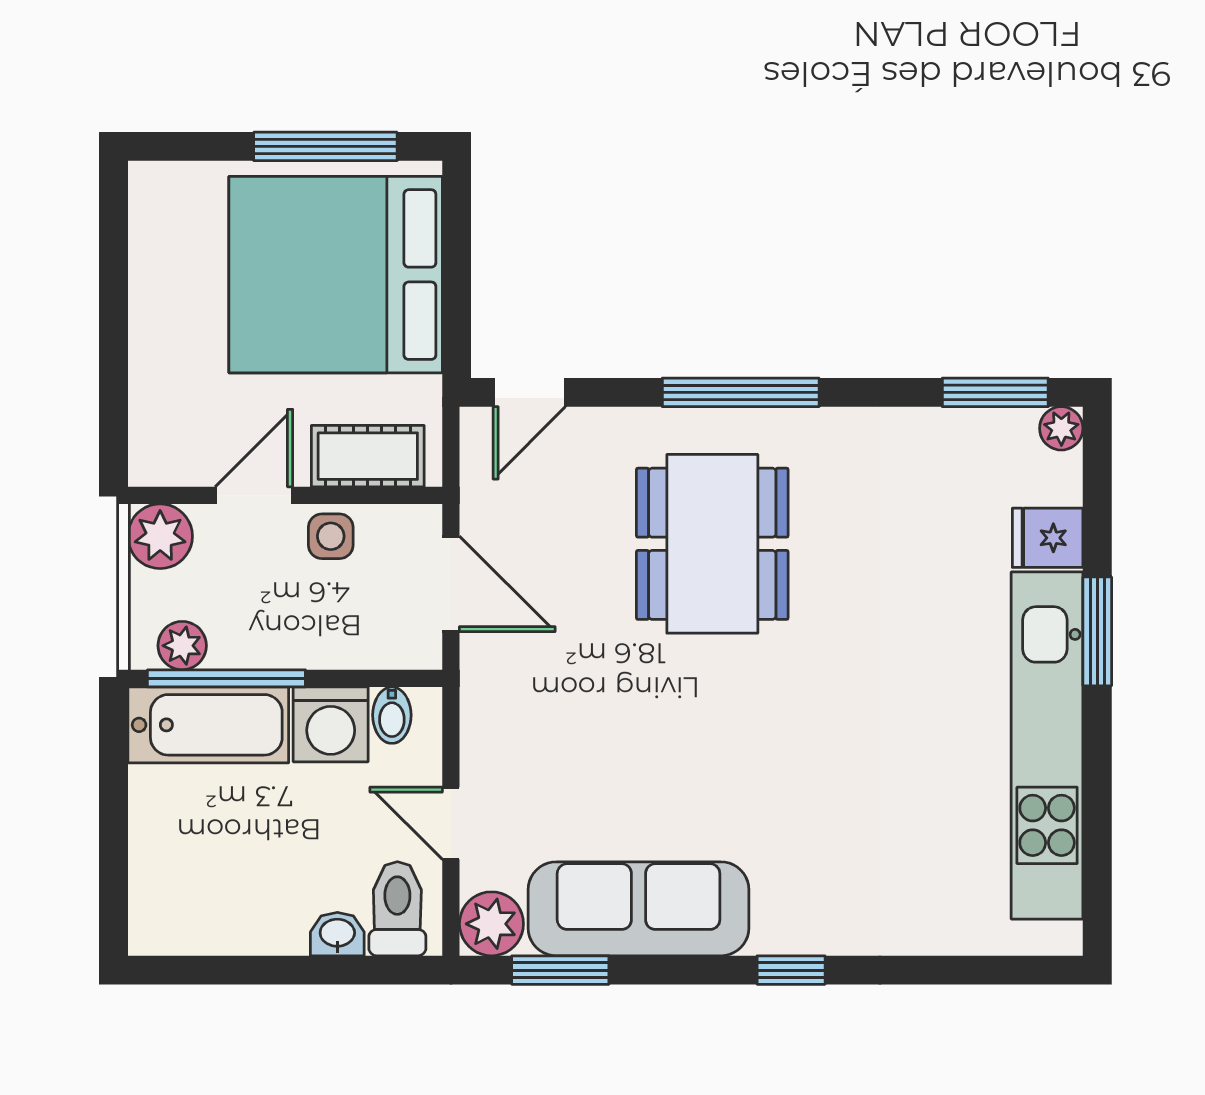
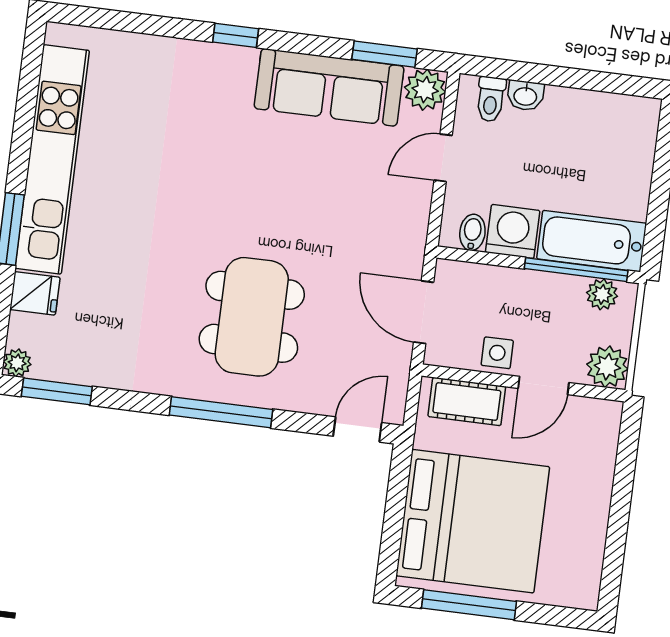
door: (451, 823) -> (443, 158), swing flipped
toilet: (397, 909) -> (491, 99), width x0.73, depth x0.72

